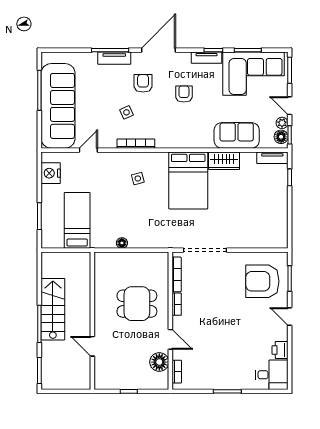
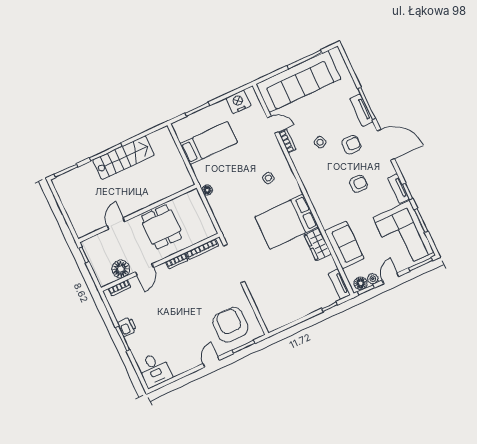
bookcase: (136, 144) -> (287, 141), moved, width x0.64
wall: (92, 321) -> (137, 213), moved
door: (92, 346) -> (116, 223), moved
printer: (280, 350) -> (127, 327), moved, turned 90

